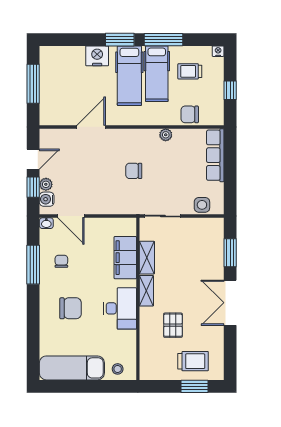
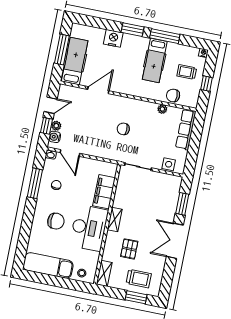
trolley: (190, 71) -> (187, 72), moved
hospital bed: (129, 76) -> (75, 61), moved, turned 180
plant: (166, 135) -> (162, 109), moved
shelving: (147, 258) -> (104, 273), moved
desk: (120, 308) -> (89, 228), width x1.36, depth x1.30

